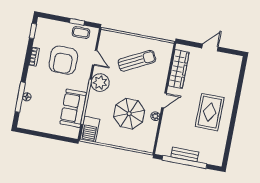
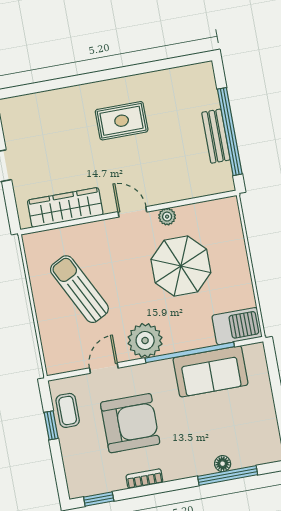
rug: (210, 112) -> (122, 121), width x0.73, depth x0.70

